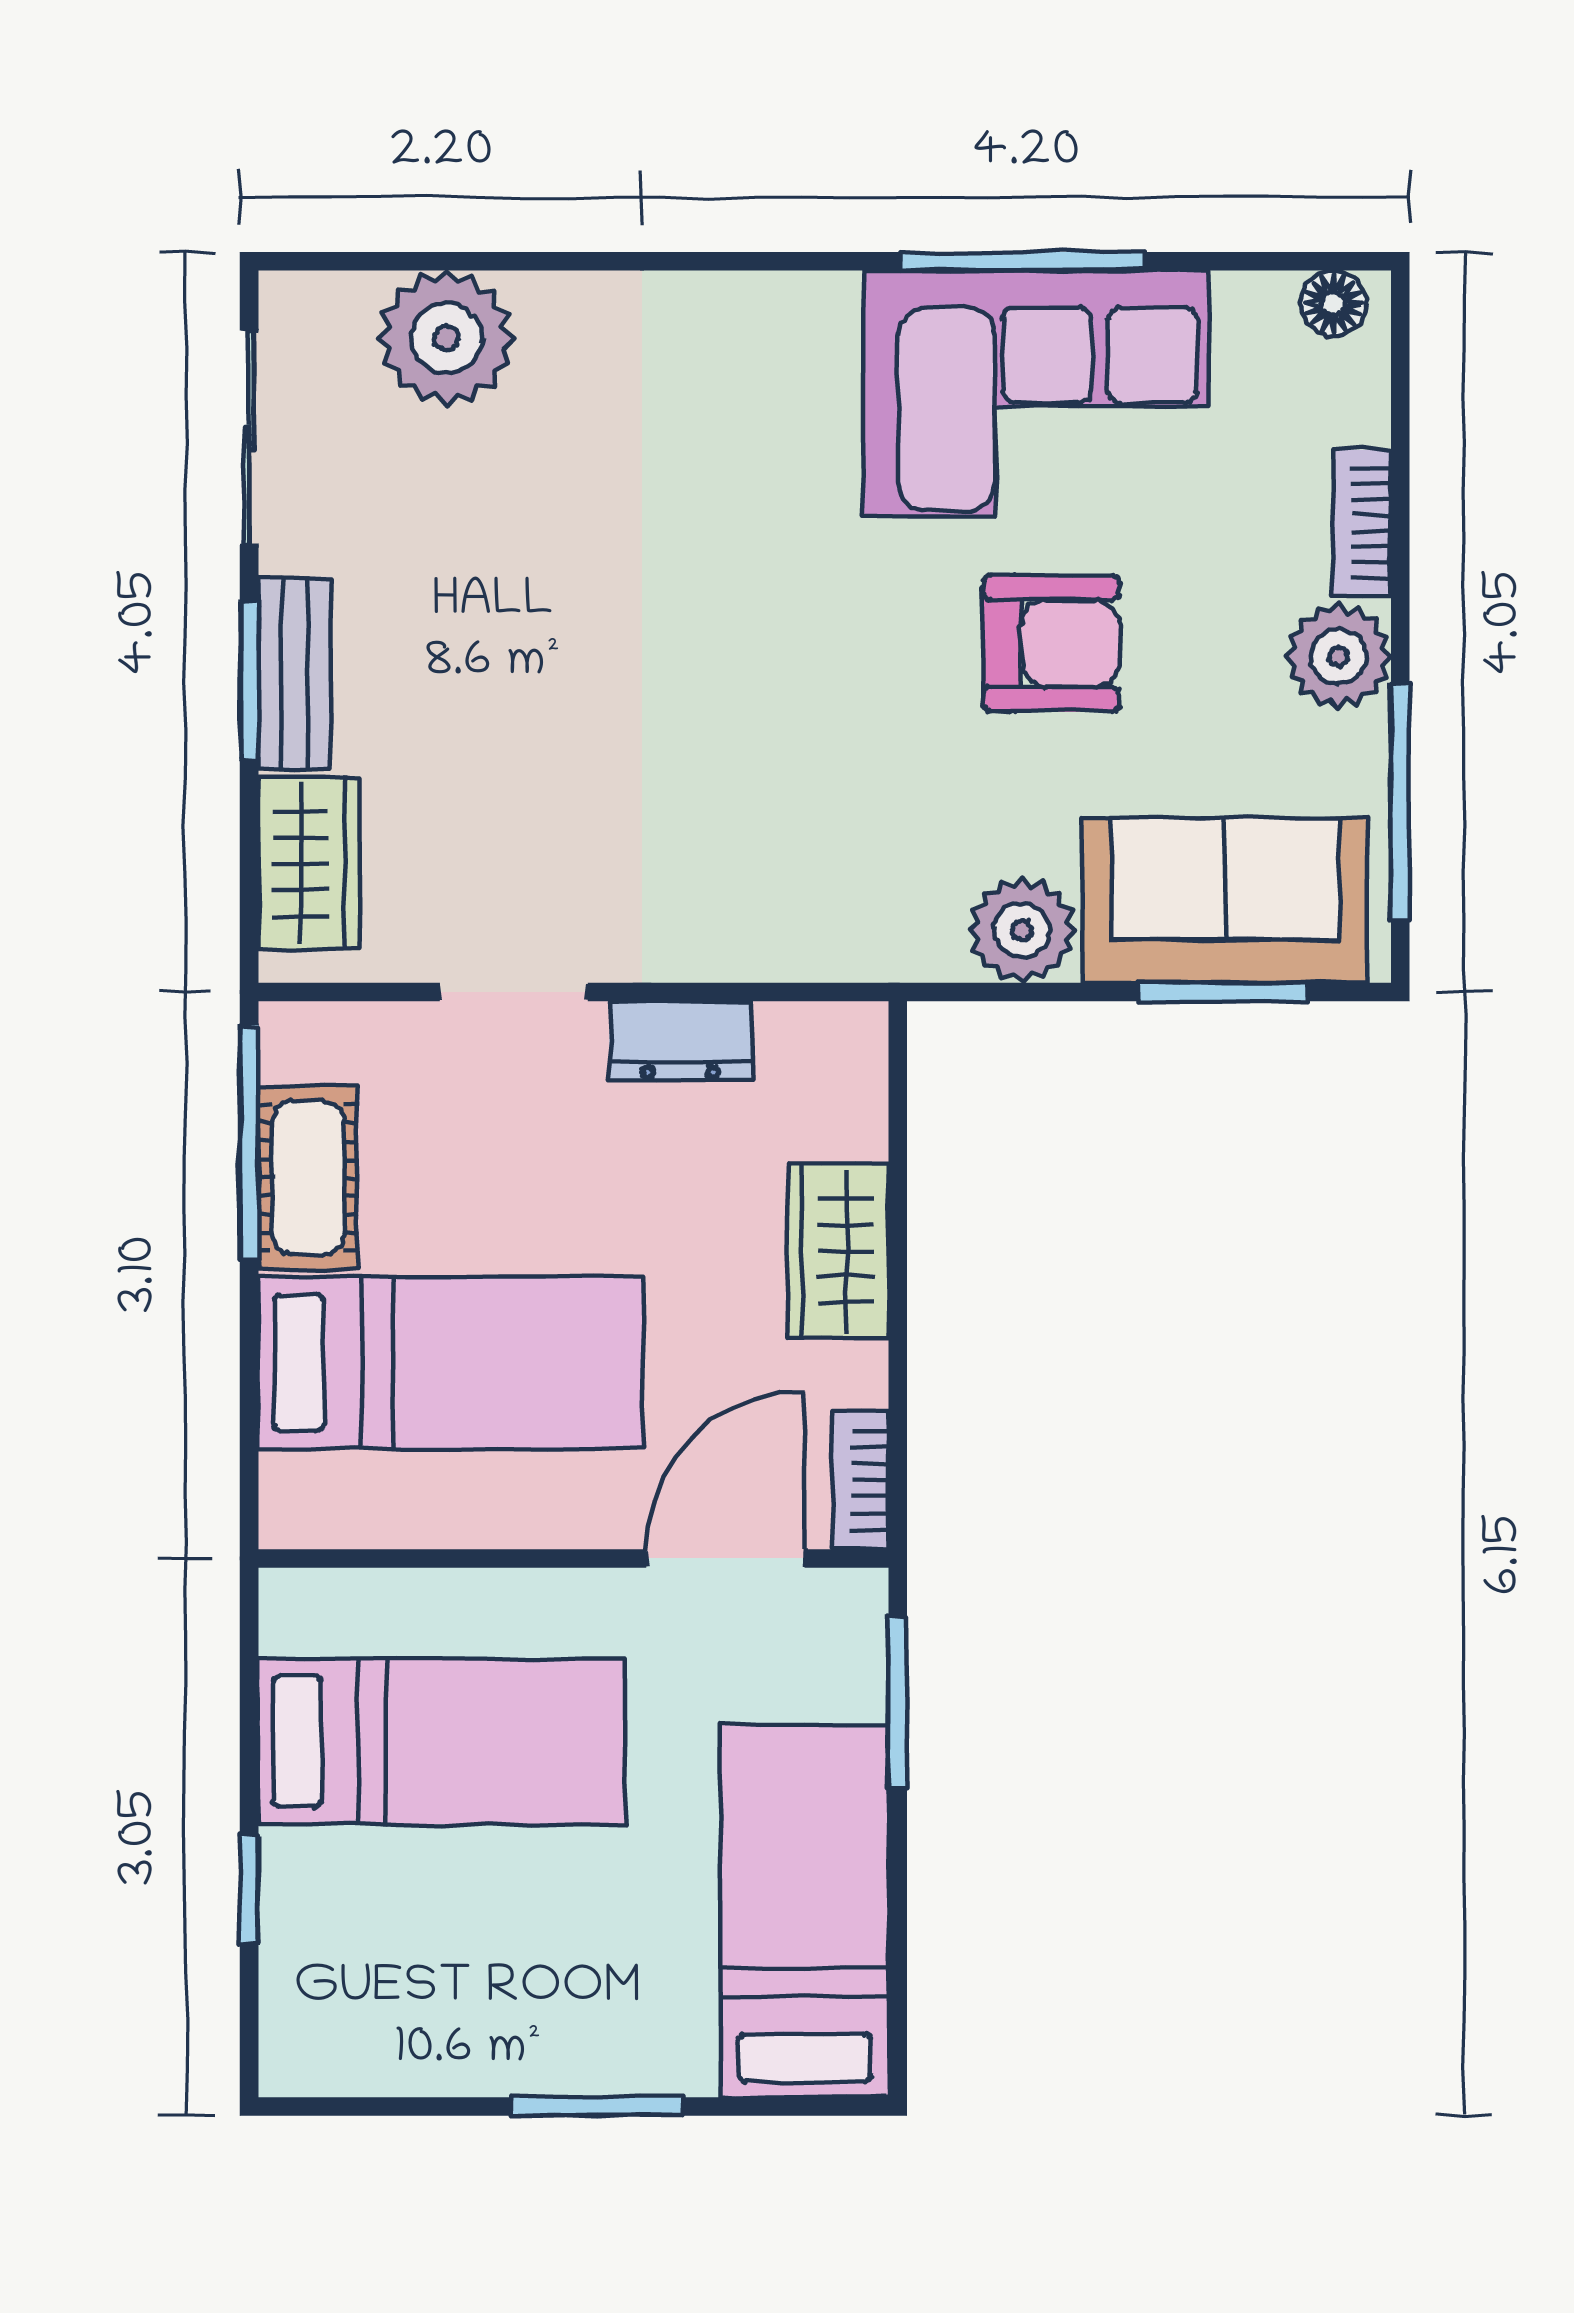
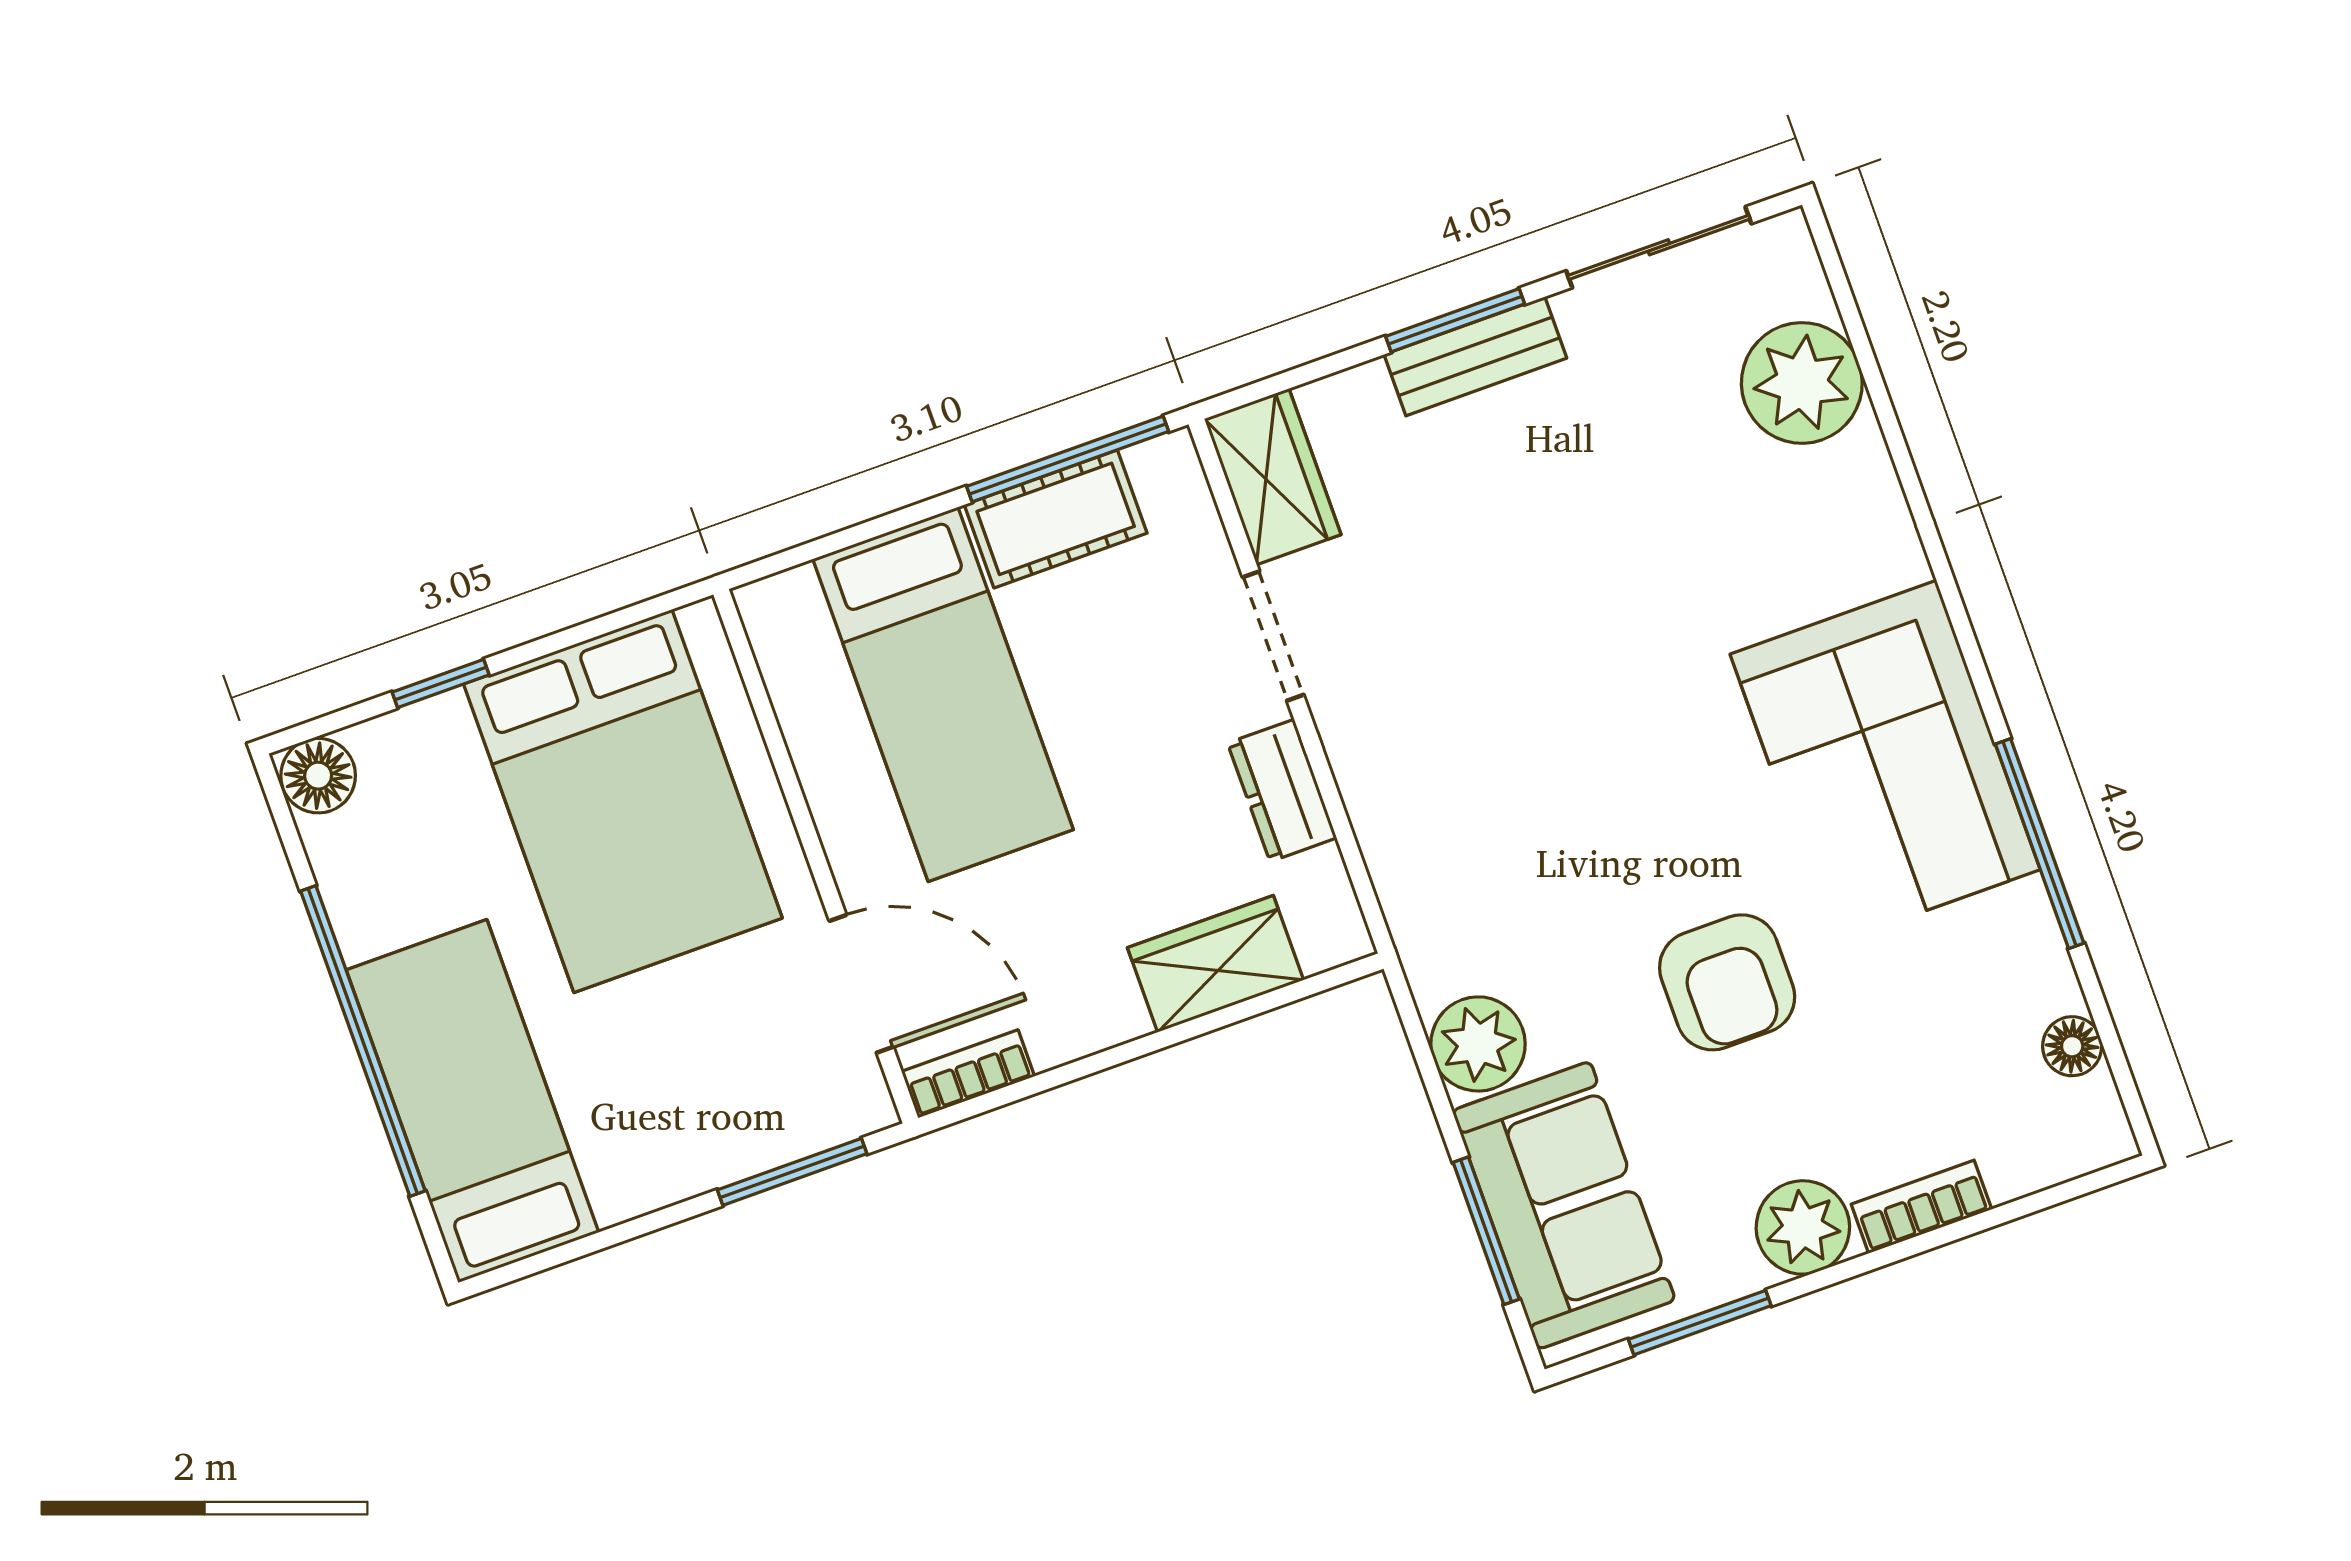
floor lamp: (1333, 303) -> (2072, 1046), moved
corner sofa: (1036, 393) -> (1885, 762), moved
window: (1400, 801) -> (1700, 1323), width x0.69
wardrobe: (309, 863) -> (1273, 477), moved, turned -90
wardrobe: (838, 1251) -> (1216, 964), moved
bed: (442, 1741) -> (623, 801), width x1.50
bed: (805, 1911) -> (472, 1101), moved, turned -90
floor lamp: (300, 2053) -> (318, 776), added
window: (597, 2107) -> (363, 1041), width x2.11

